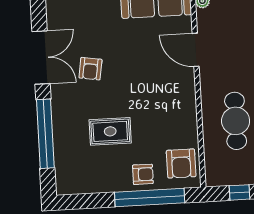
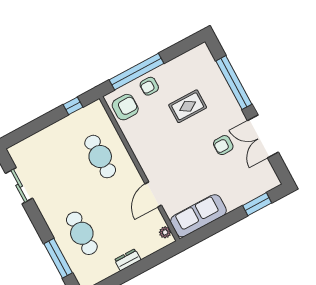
door: (196, 50) -> (153, 194), swing flipped
armchair: (90, 69) -> (223, 145), turned -99
armchair: (181, 163) -> (125, 107), turned 90

